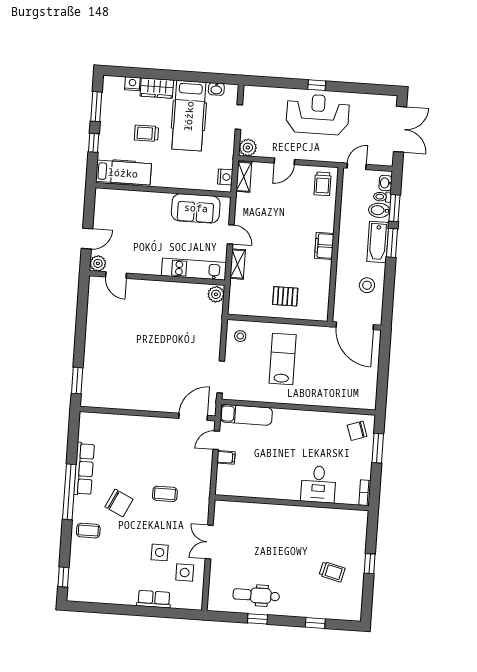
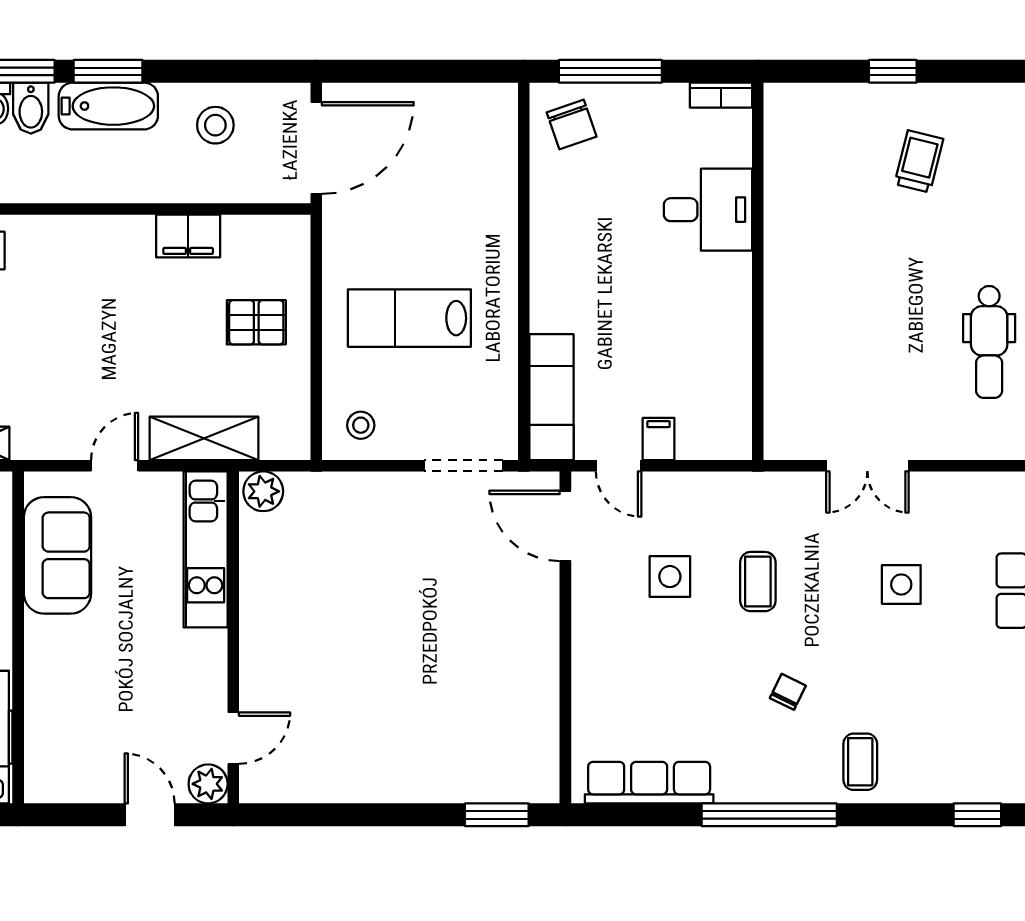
filing cabinet: (324, 246) -> (188, 236), moved
shelving: (238, 264) -> (204, 438), width x1.50, depth x1.33
pallet: (285, 296) -> (256, 322), turned 90
window: (378, 448) -> (610, 71), width x1.44
row of seats: (84, 469) -> (649, 783), moved
chair: (119, 503) -> (788, 692), width x0.54, depth x0.54
side table: (185, 572) -> (670, 577), moved

